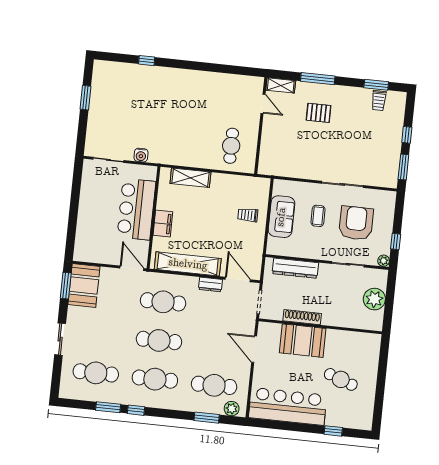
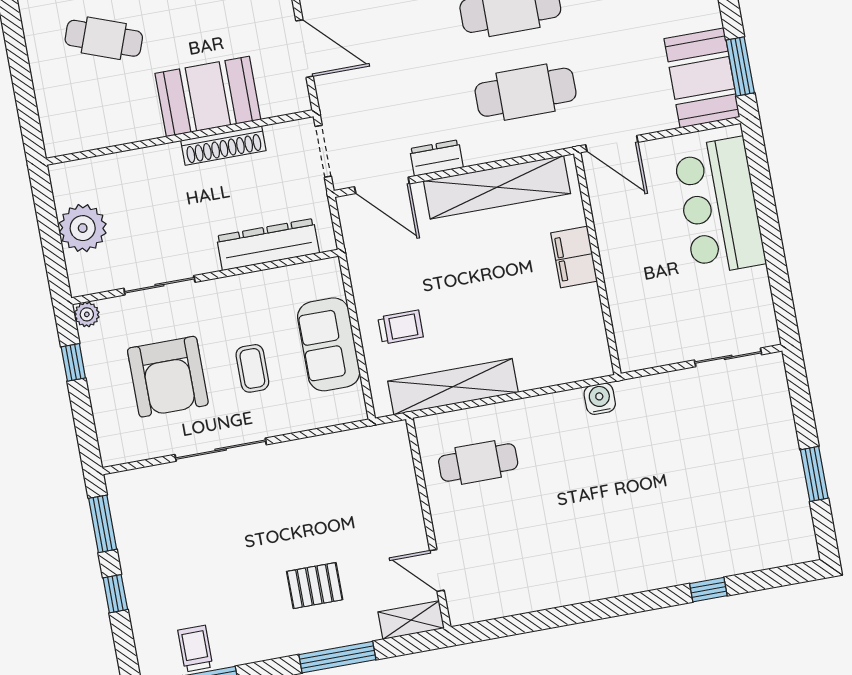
cafe table: (231, 146) -> (478, 462), turned 90
water cooler: (141, 155) -> (600, 399), moved
shelving: (190, 178) -> (453, 387), moved, width x1.47
bar counter: (136, 209) -> (719, 206), moved, turned 180

